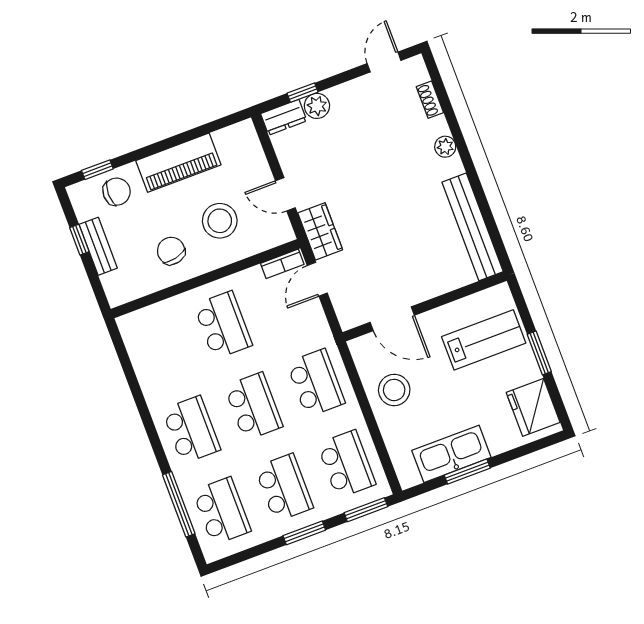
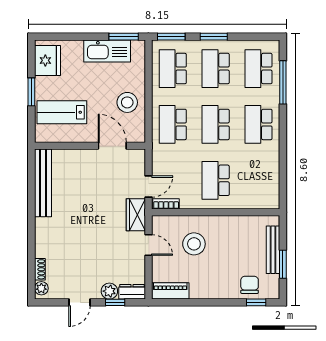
door: (384, 62) -> (79, 302), moved
plant: (445, 147) -> (41, 288), moved
piano: (178, 163) -> (170, 291), moved, width x0.73, depth x0.75
chair: (117, 192) -> (250, 285), turned 90
window: (79, 240) -> (283, 264), width x1.50
bench: (98, 246) -> (273, 250), width x1.36
chair: (171, 251) -> (230, 237), removed
window: (467, 472) -> (124, 37), moved

